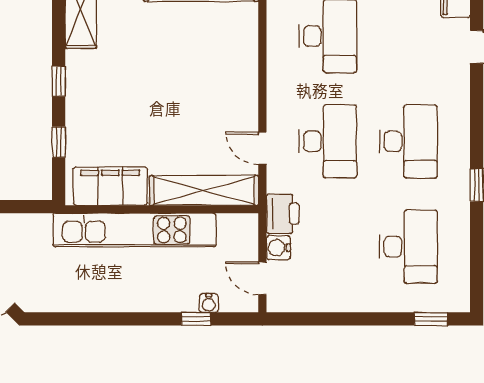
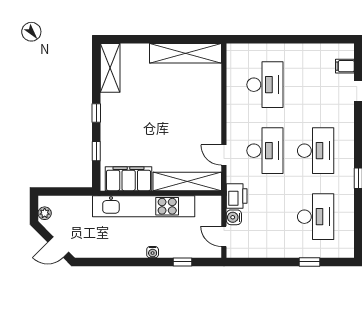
water cooler: (209, 303) -> (153, 252), moved
window: (431, 319) -> (310, 262), moved

